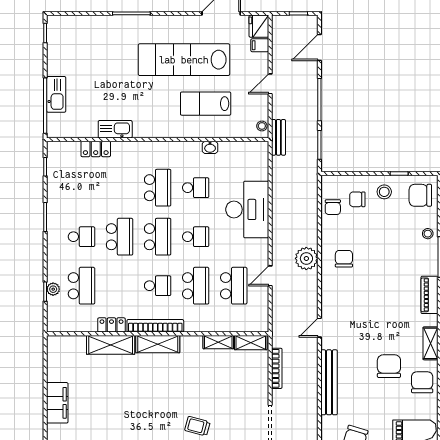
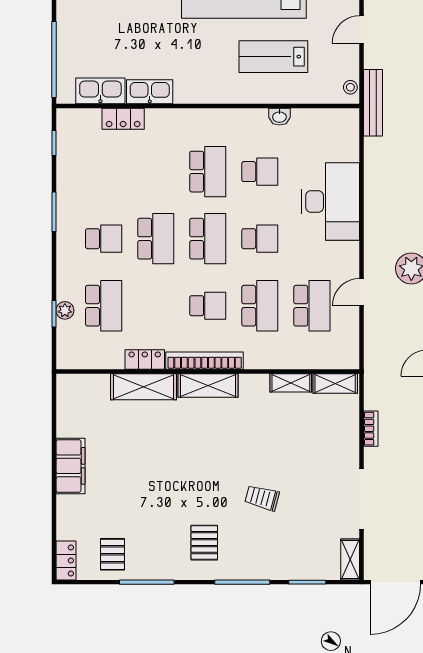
kitchen sink: (56, 94) -> (100, 91), moved, turned -90
bench: (278, 137) -> (373, 103), width x1.36
bookcase: (277, 368) -> (371, 429), width x0.64

